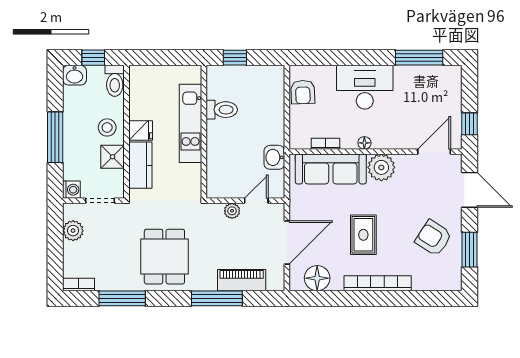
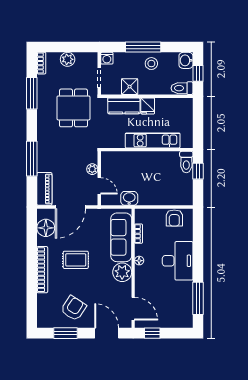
armchair: (303, 92) -> (174, 218), turned -88
toilet: (222, 110) -> (186, 162), moved
stool: (107, 127) -> (151, 64), moved
door: (470, 190) -> (107, 333), swing flipped
plant: (73, 231) -> (68, 59), moved
door: (287, 242) -> (70, 207), hinge flipped
dining table: (164, 257) -> (73, 108), moved, turned 90
piano: (242, 280) -> (44, 189), moved

